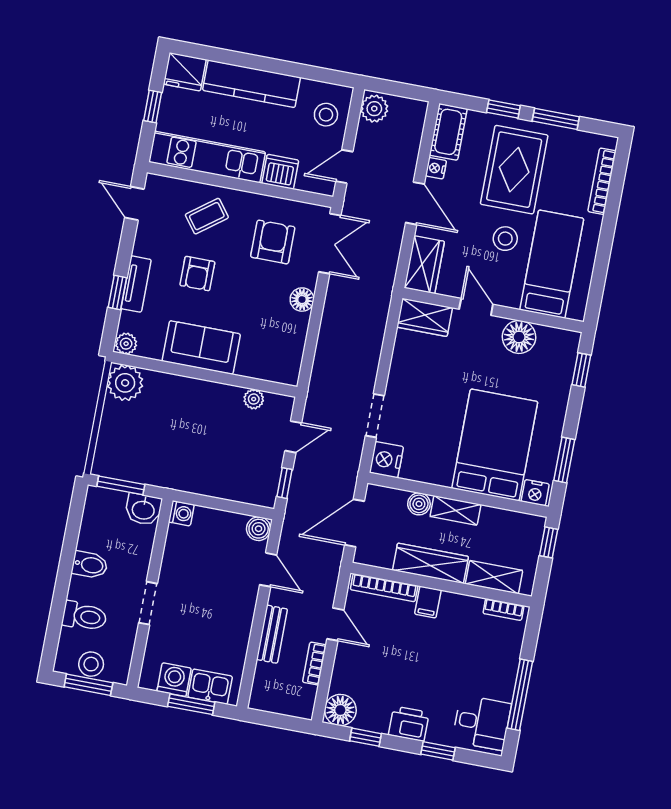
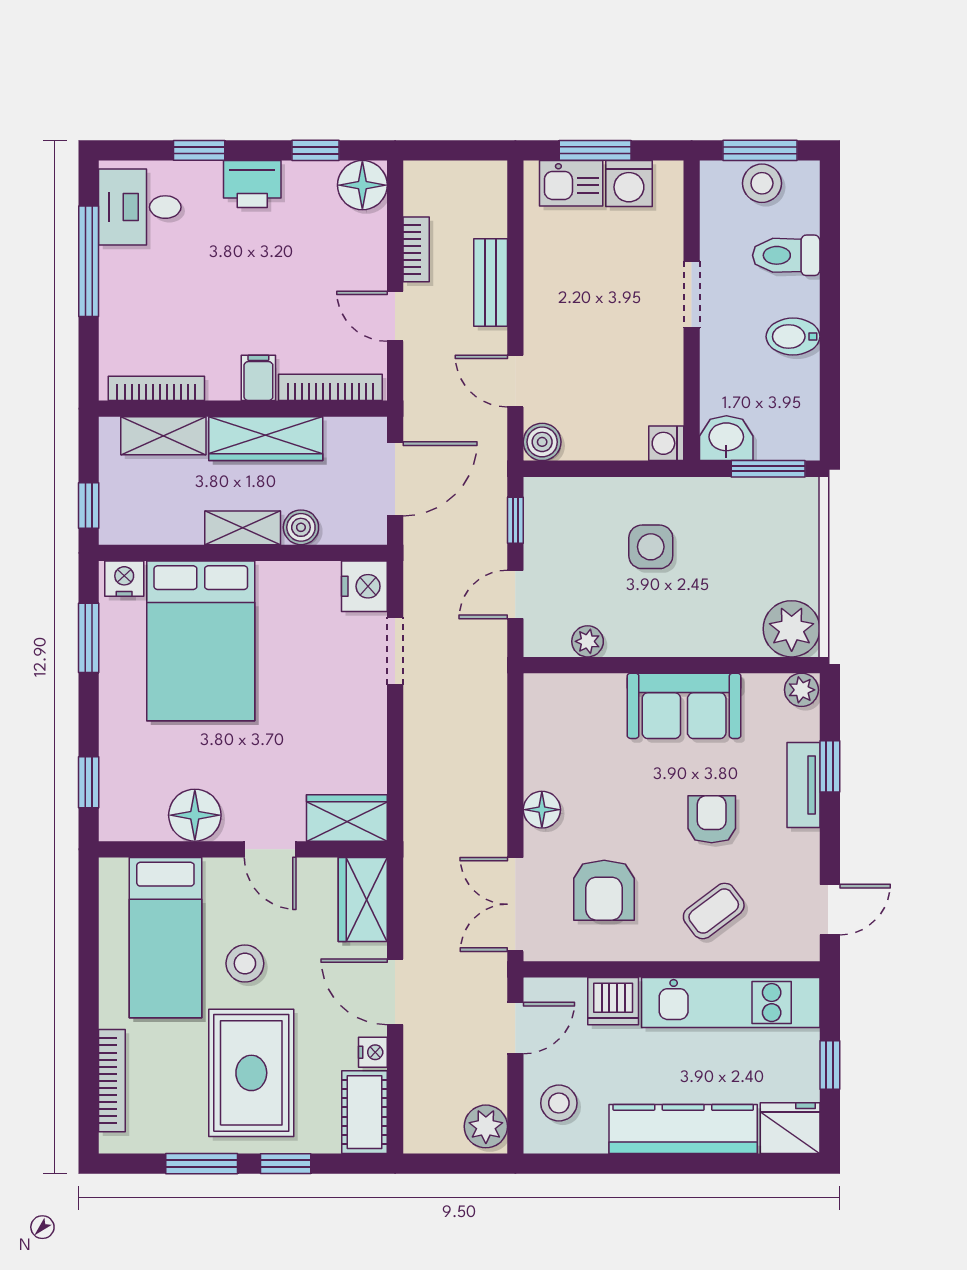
door: (134, 203) -> (830, 910), hinge flipped
side table: (203, 451) -> (651, 547), added
bookcase: (503, 610) -> (156, 388), width x1.56

